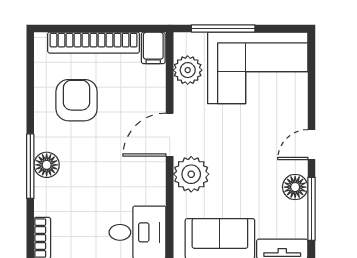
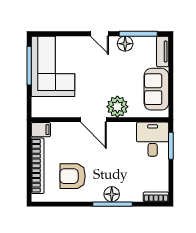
window: (223, 28) -> (29, 66), moved
plant: (188, 70) -> (54, 109), removed

